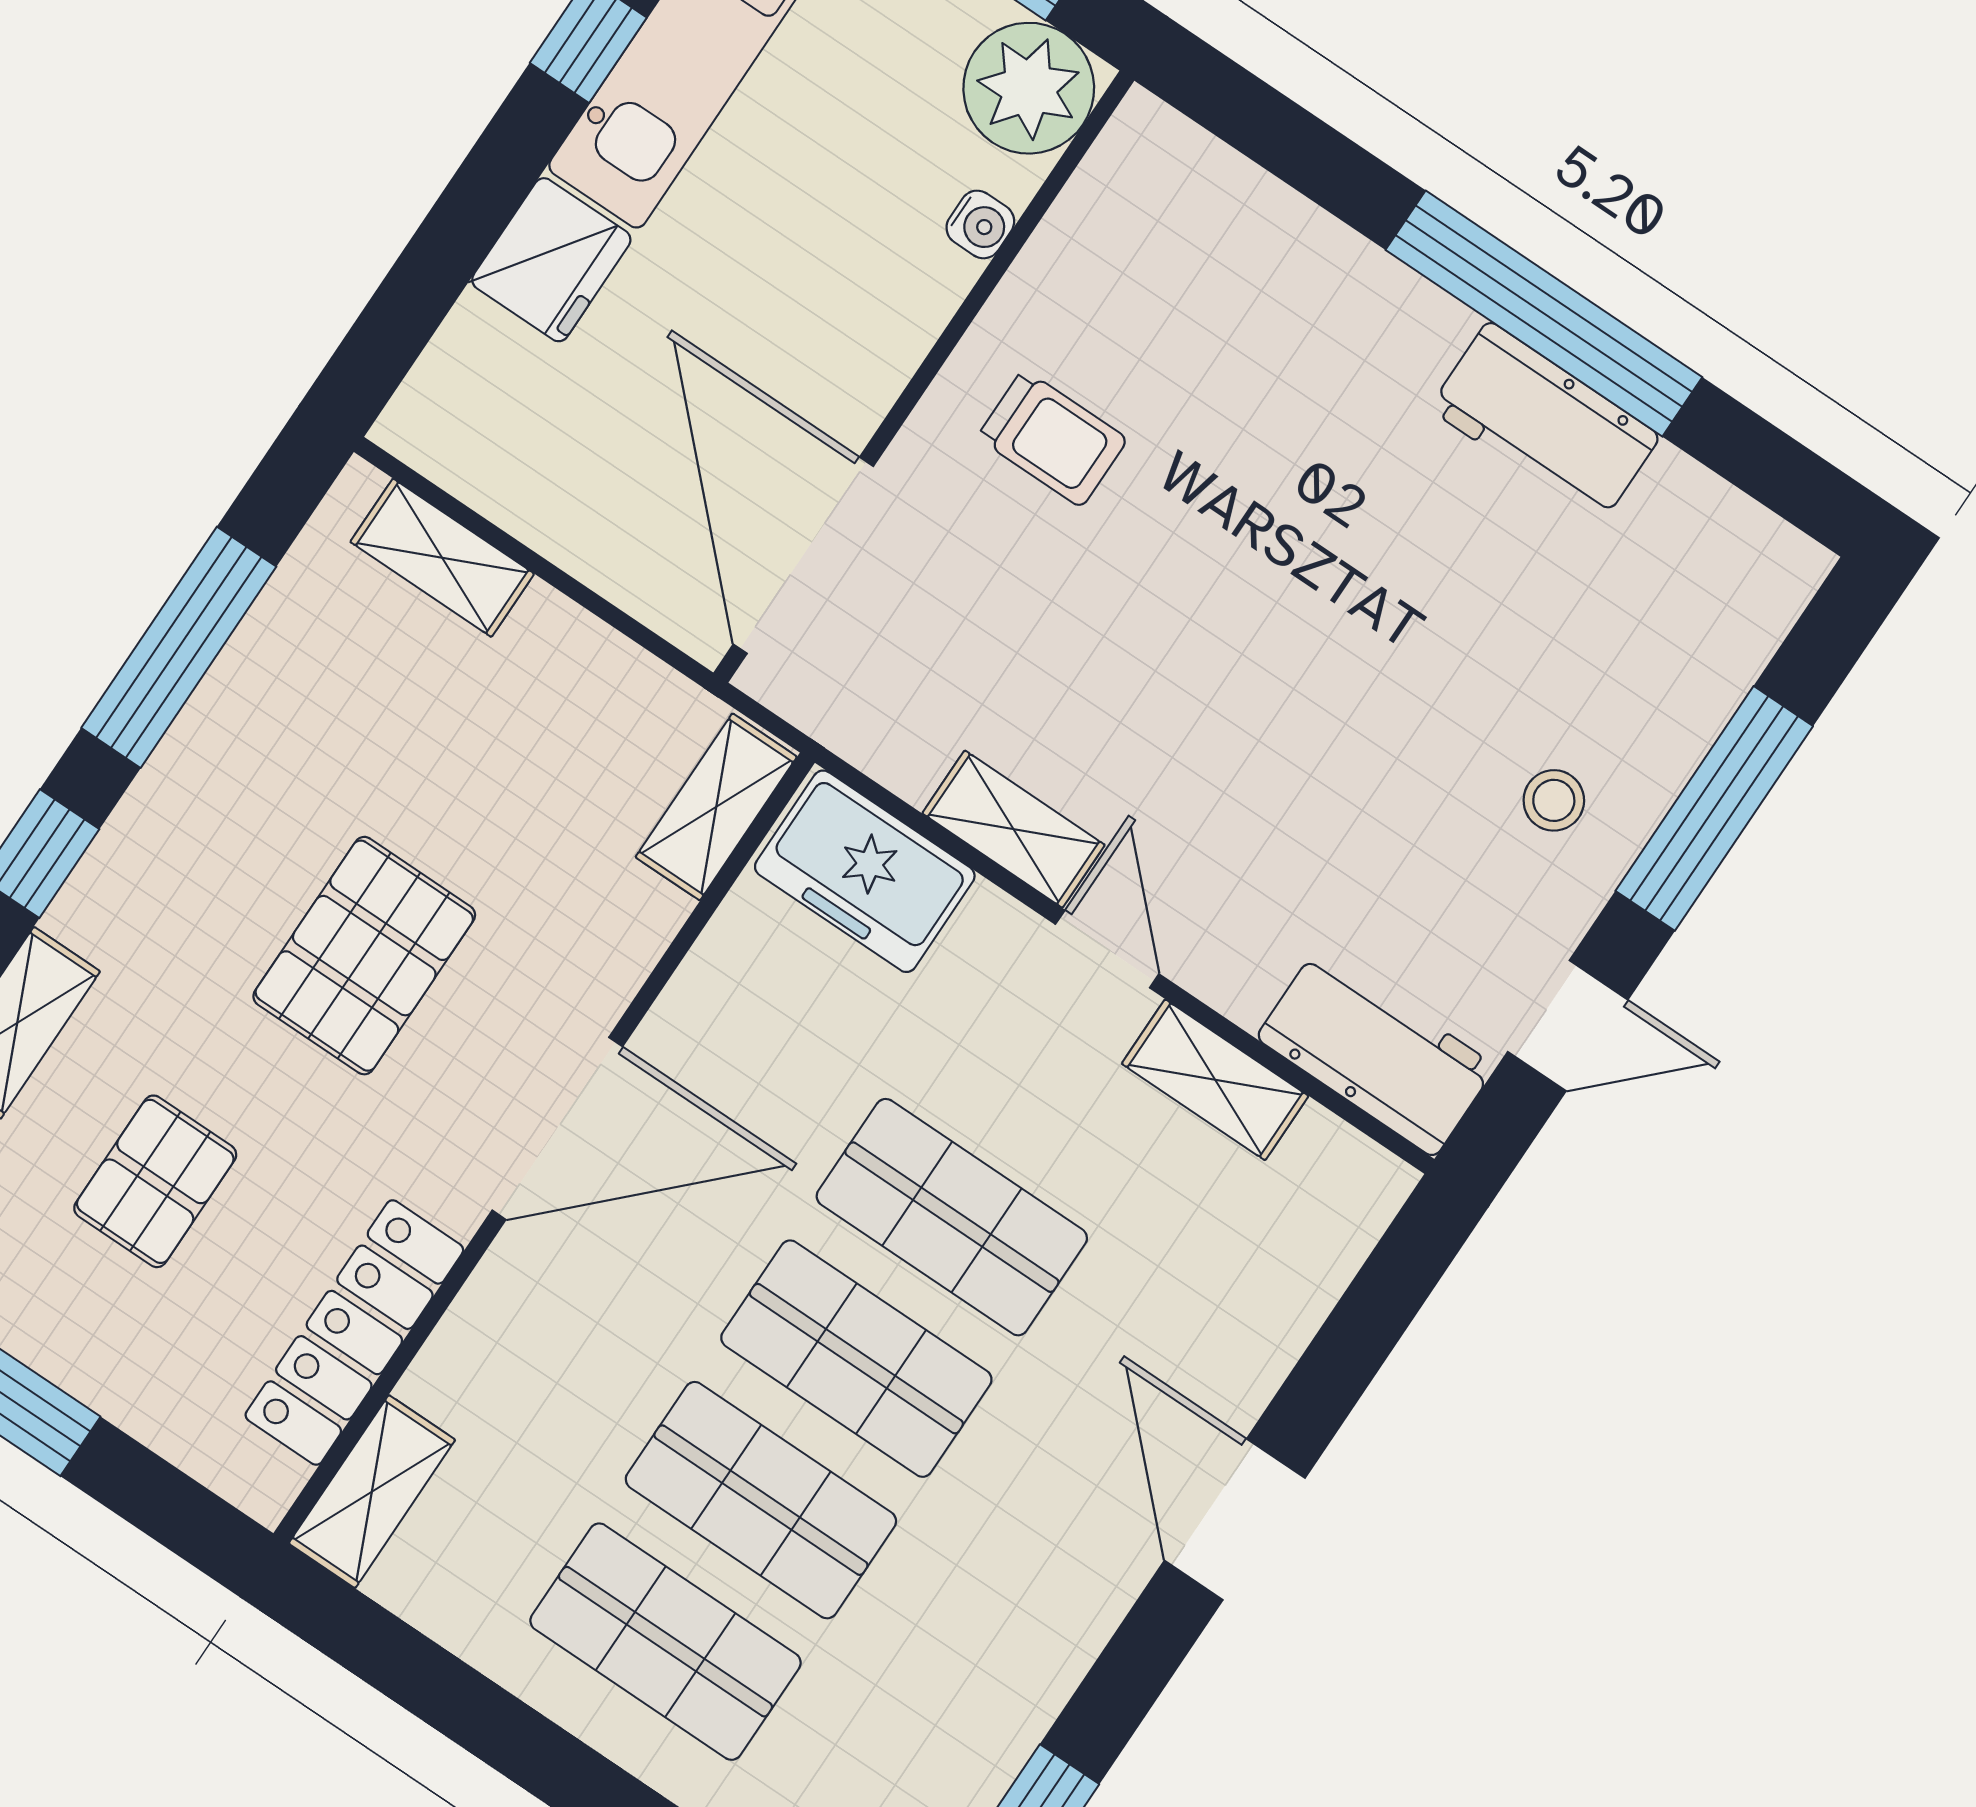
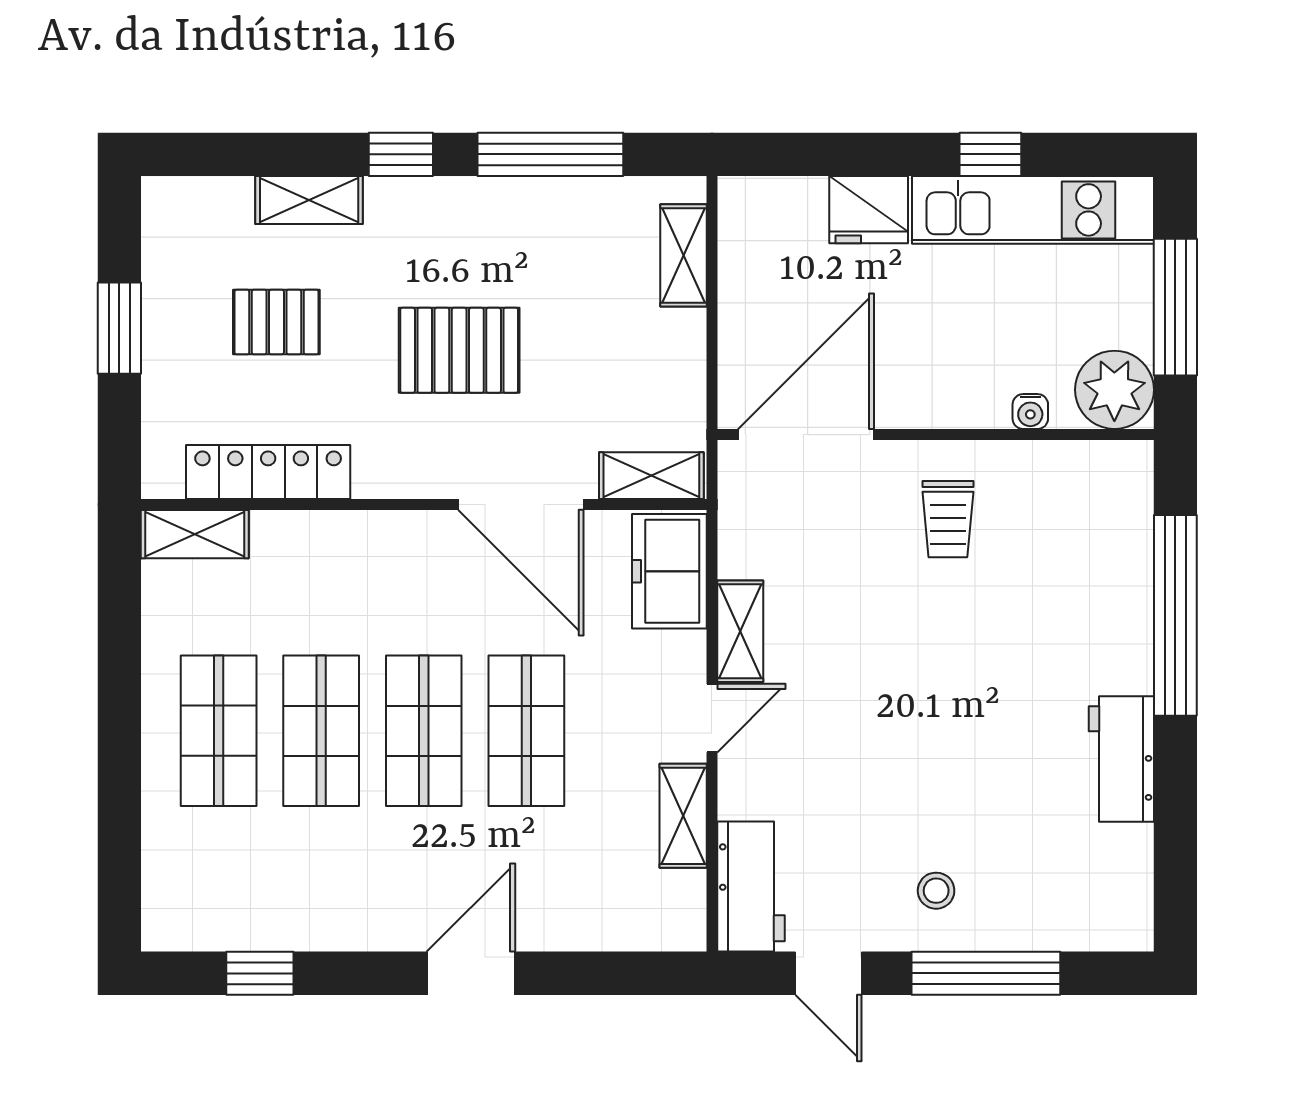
window: (1544, 314) -> (1175, 615), moved
door: (557, 1128) -> (521, 505), moved

